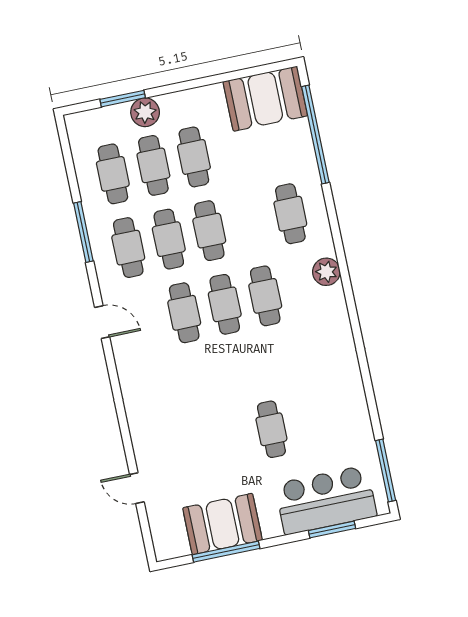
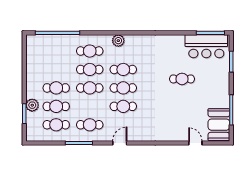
booth: (265, 99) -> (37, 51), removed
cafe table: (169, 239) -> (90, 69), moved
door: (137, 488) -> (195, 143), swing flipped
bar counter: (326, 500) -> (206, 46), moved, turned -90
booth: (222, 524) -> (219, 125), moved

